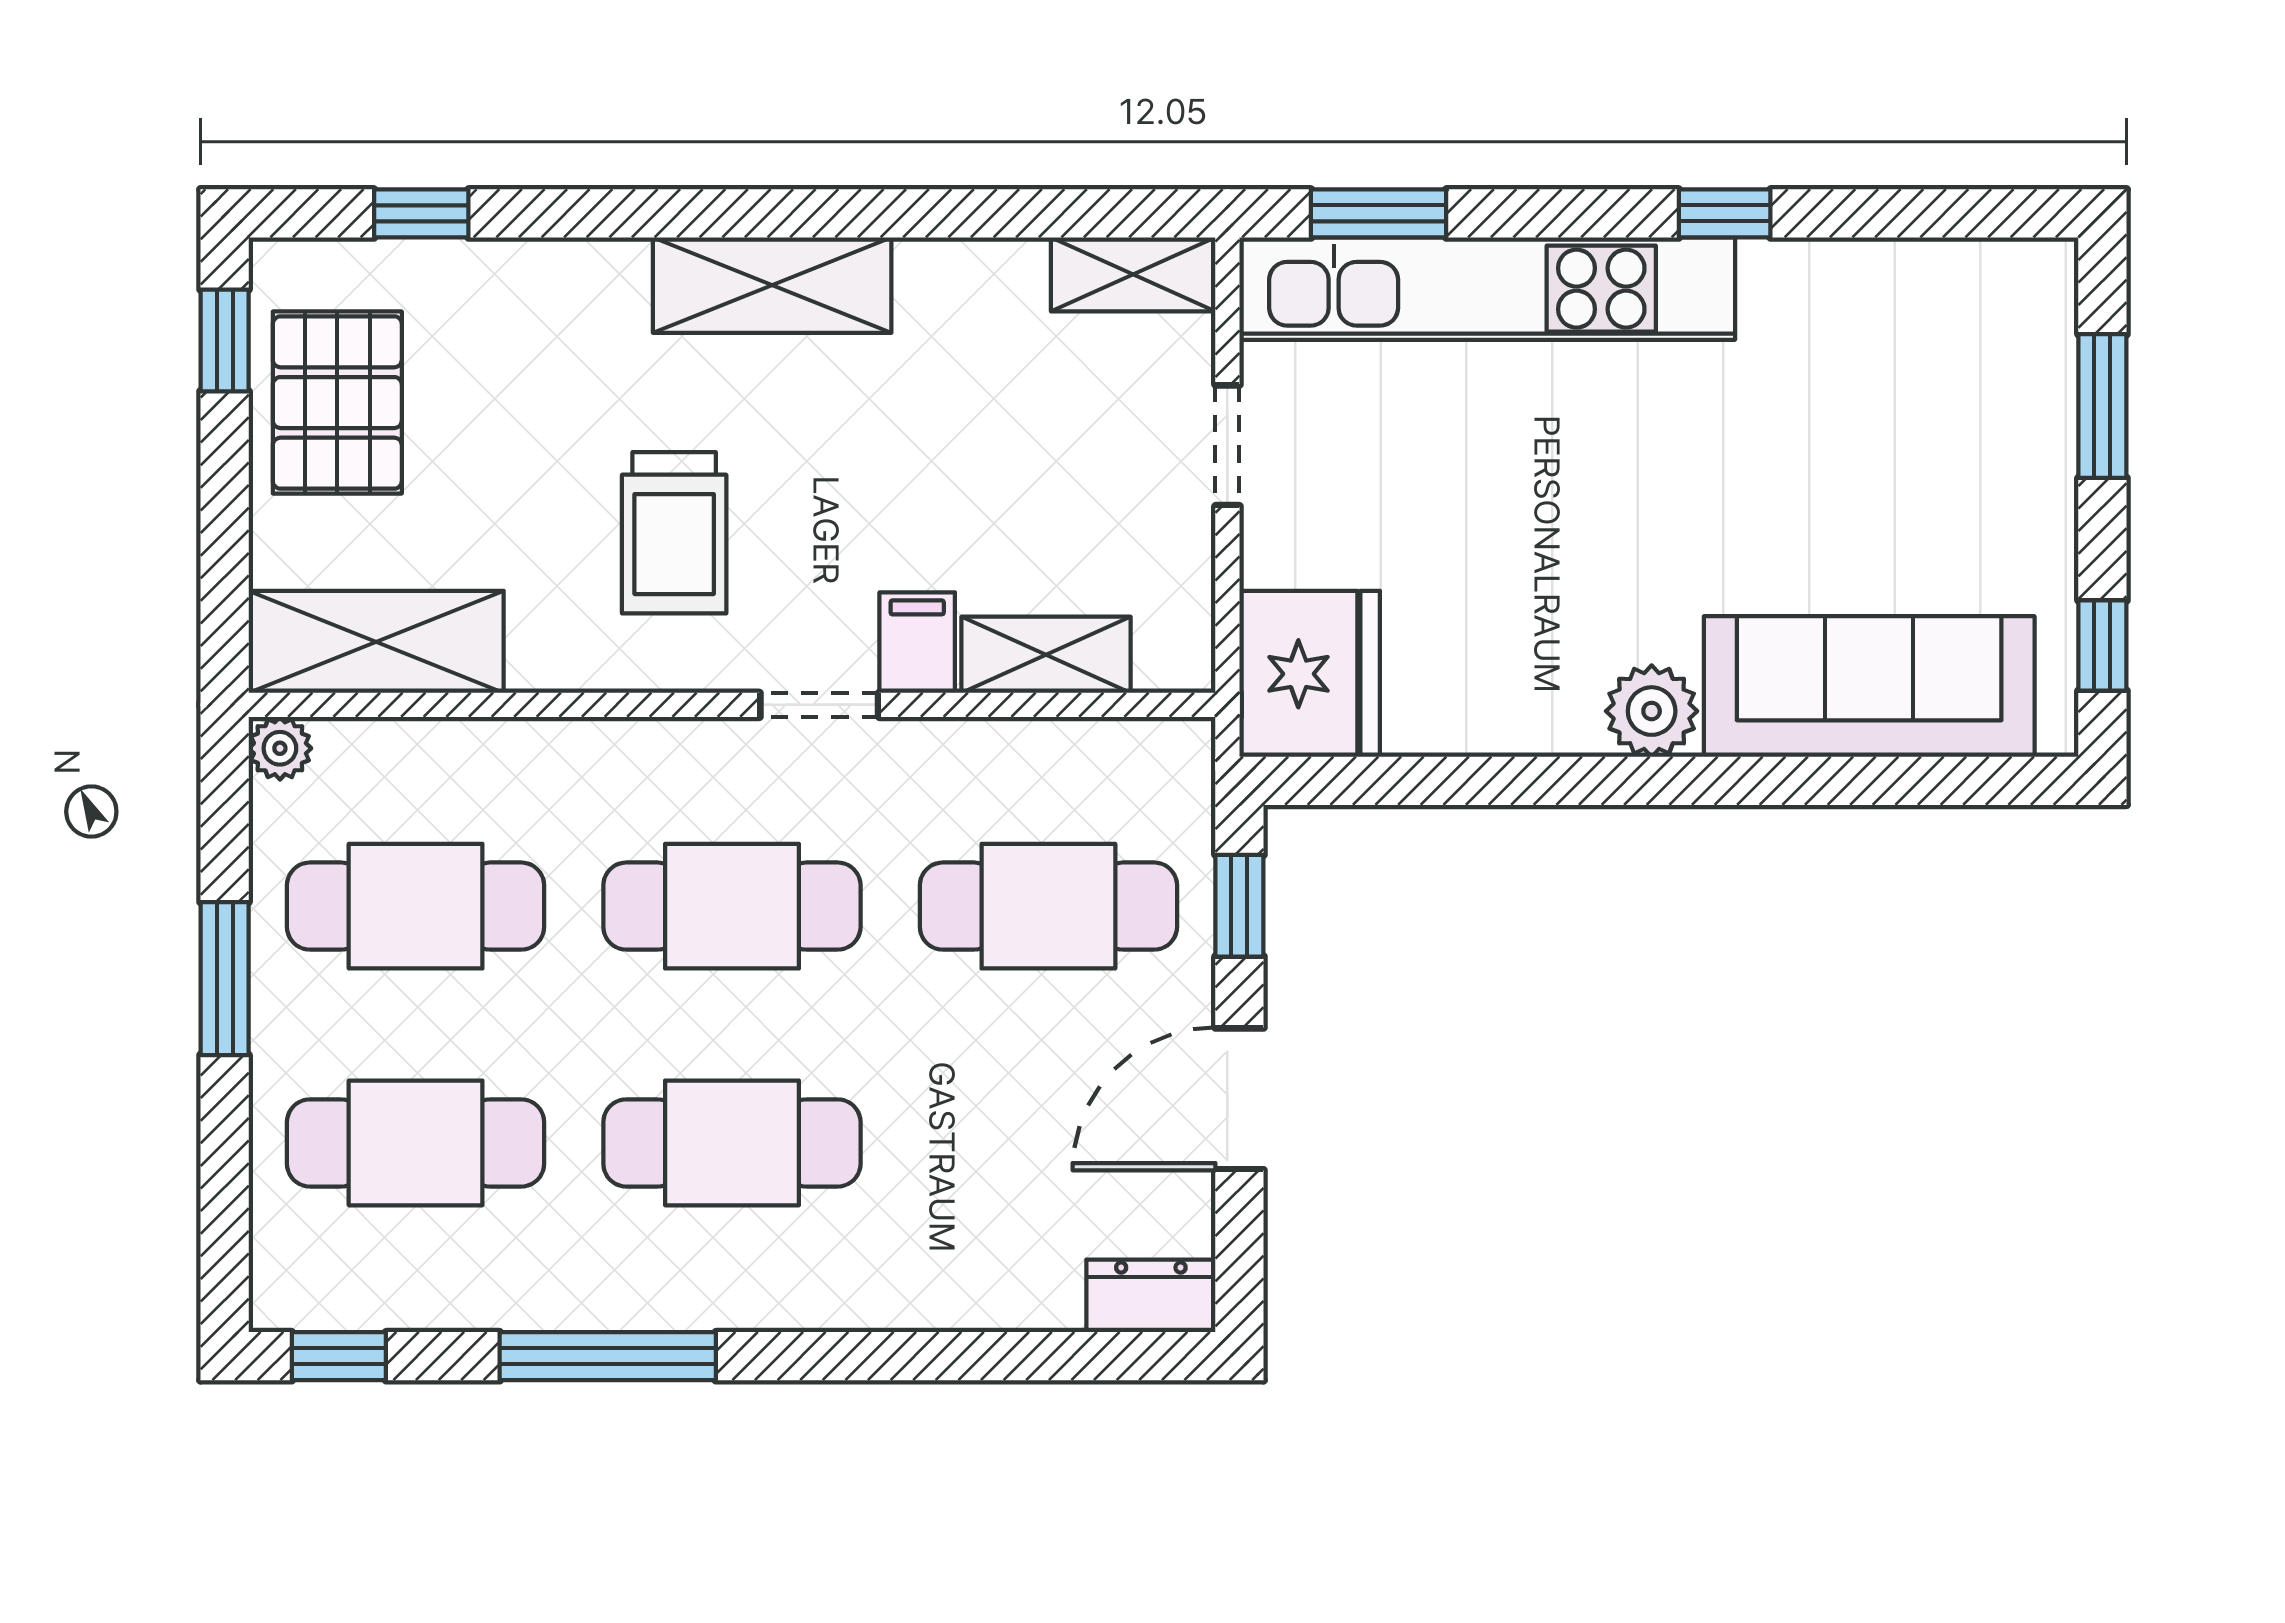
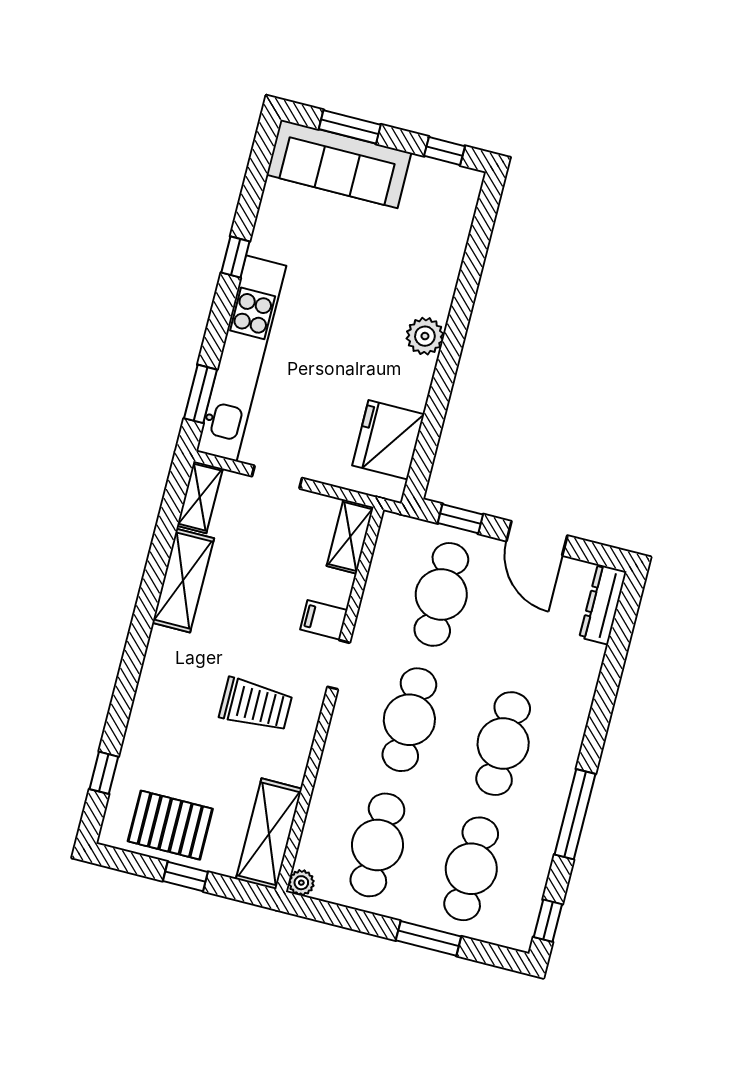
shelving: (772, 285) -> (183, 581), moved
window: (225, 340) -> (185, 876), moved
shelving: (1046, 655) -> (350, 537), moved
fridge: (1310, 674) -> (388, 440), moved, turned -90
sofa: (1869, 687) -> (339, 164), moved, turned -90
window: (225, 979) -> (428, 938), moved
dresser: (1151, 1296) -> (603, 604), width x1.44

